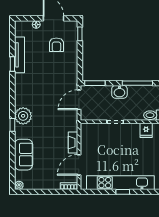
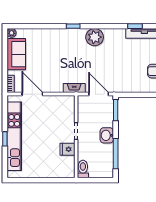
plant: (23, 116) -> (95, 37), moved
fridge: (146, 130) -> (67, 149), moved
fireplace: (73, 143) -> (74, 88), moved
sofa: (24, 155) -> (16, 54), moved, turned -90

